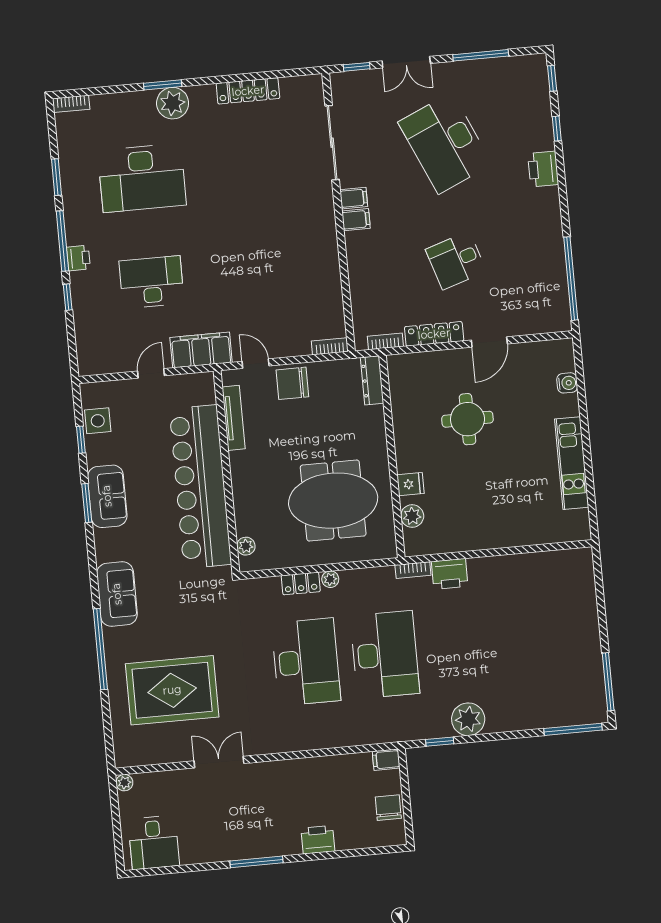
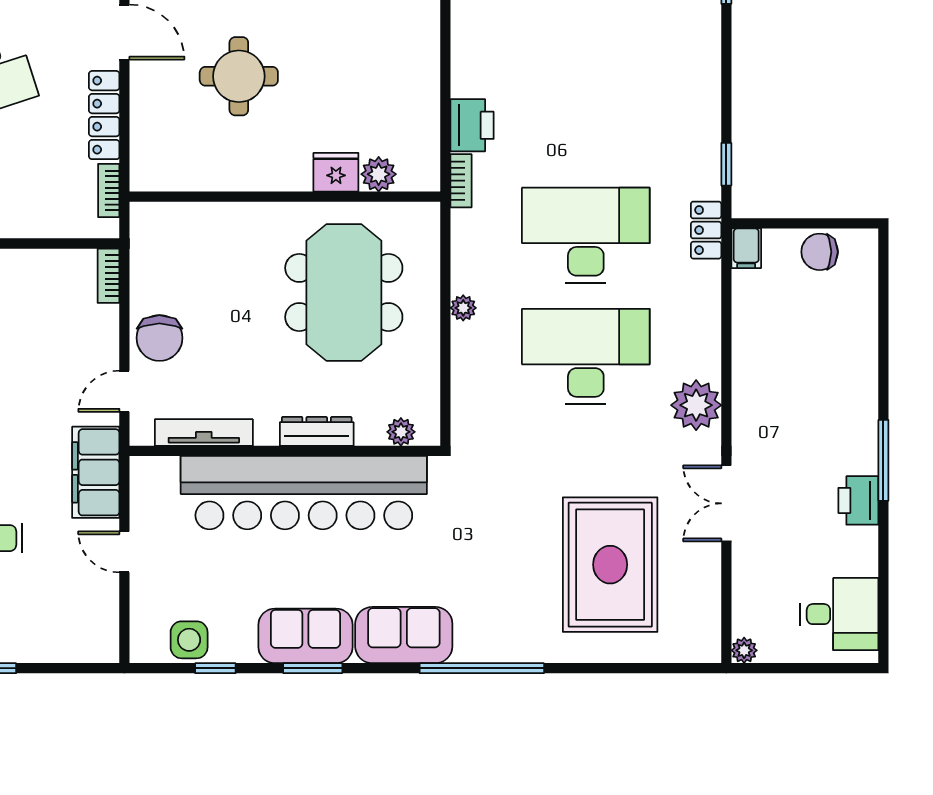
dresser: (372, 380) -> (317, 431), moved, turned 180
fridge: (410, 484) -> (336, 172), width x1.38
locker: (301, 583) -> (706, 230), moved, turned 180
sofa: (117, 594) -> (404, 635), moved
window: (100, 649) -> (482, 668), moved
plant: (468, 719) -> (696, 405), moved
printer: (318, 840) -> (858, 500), moved

